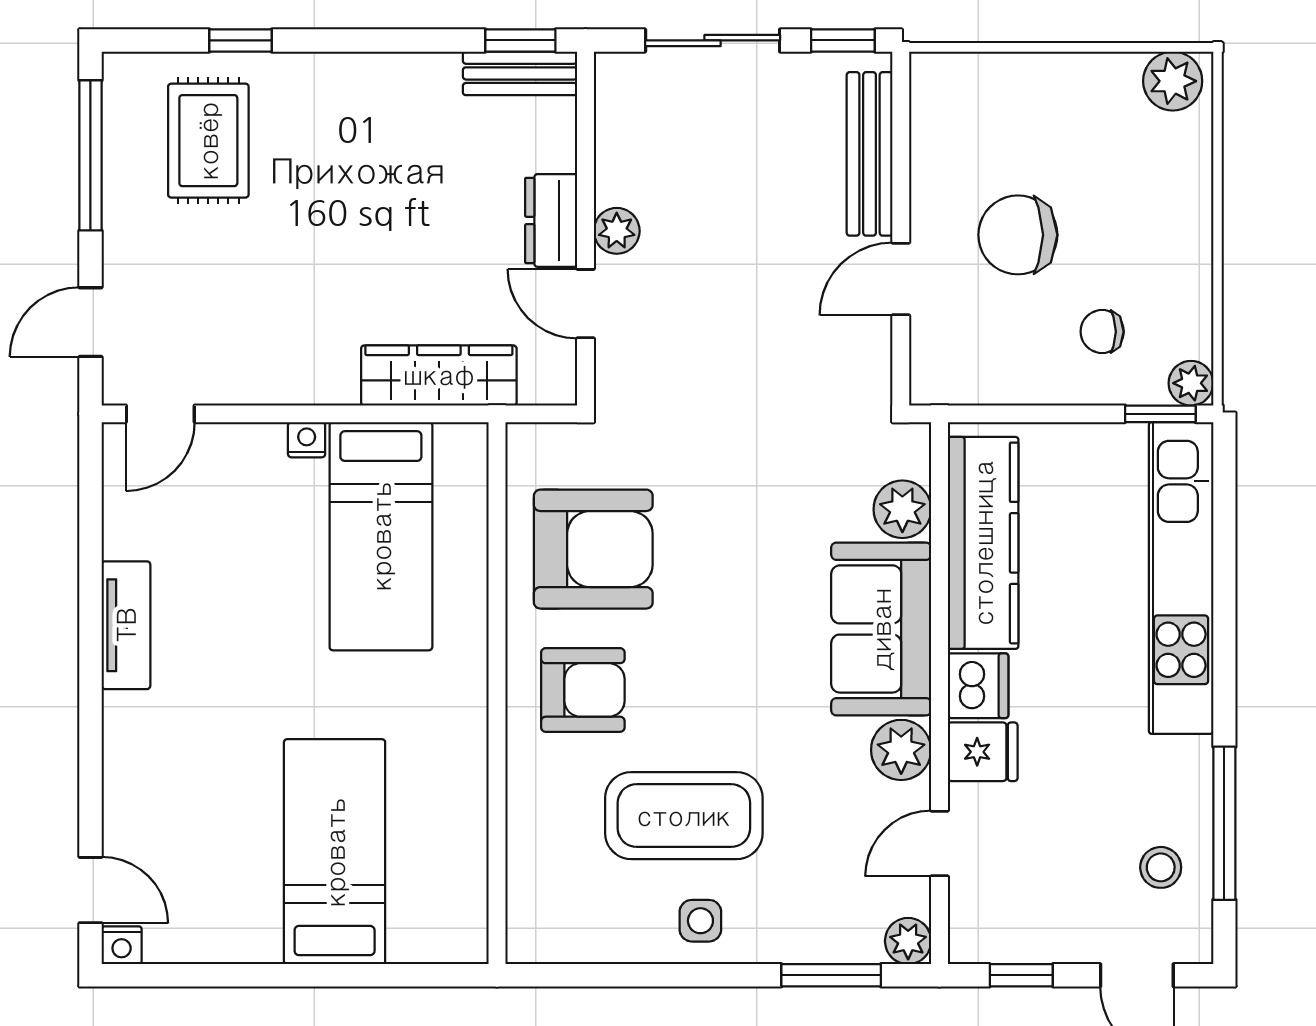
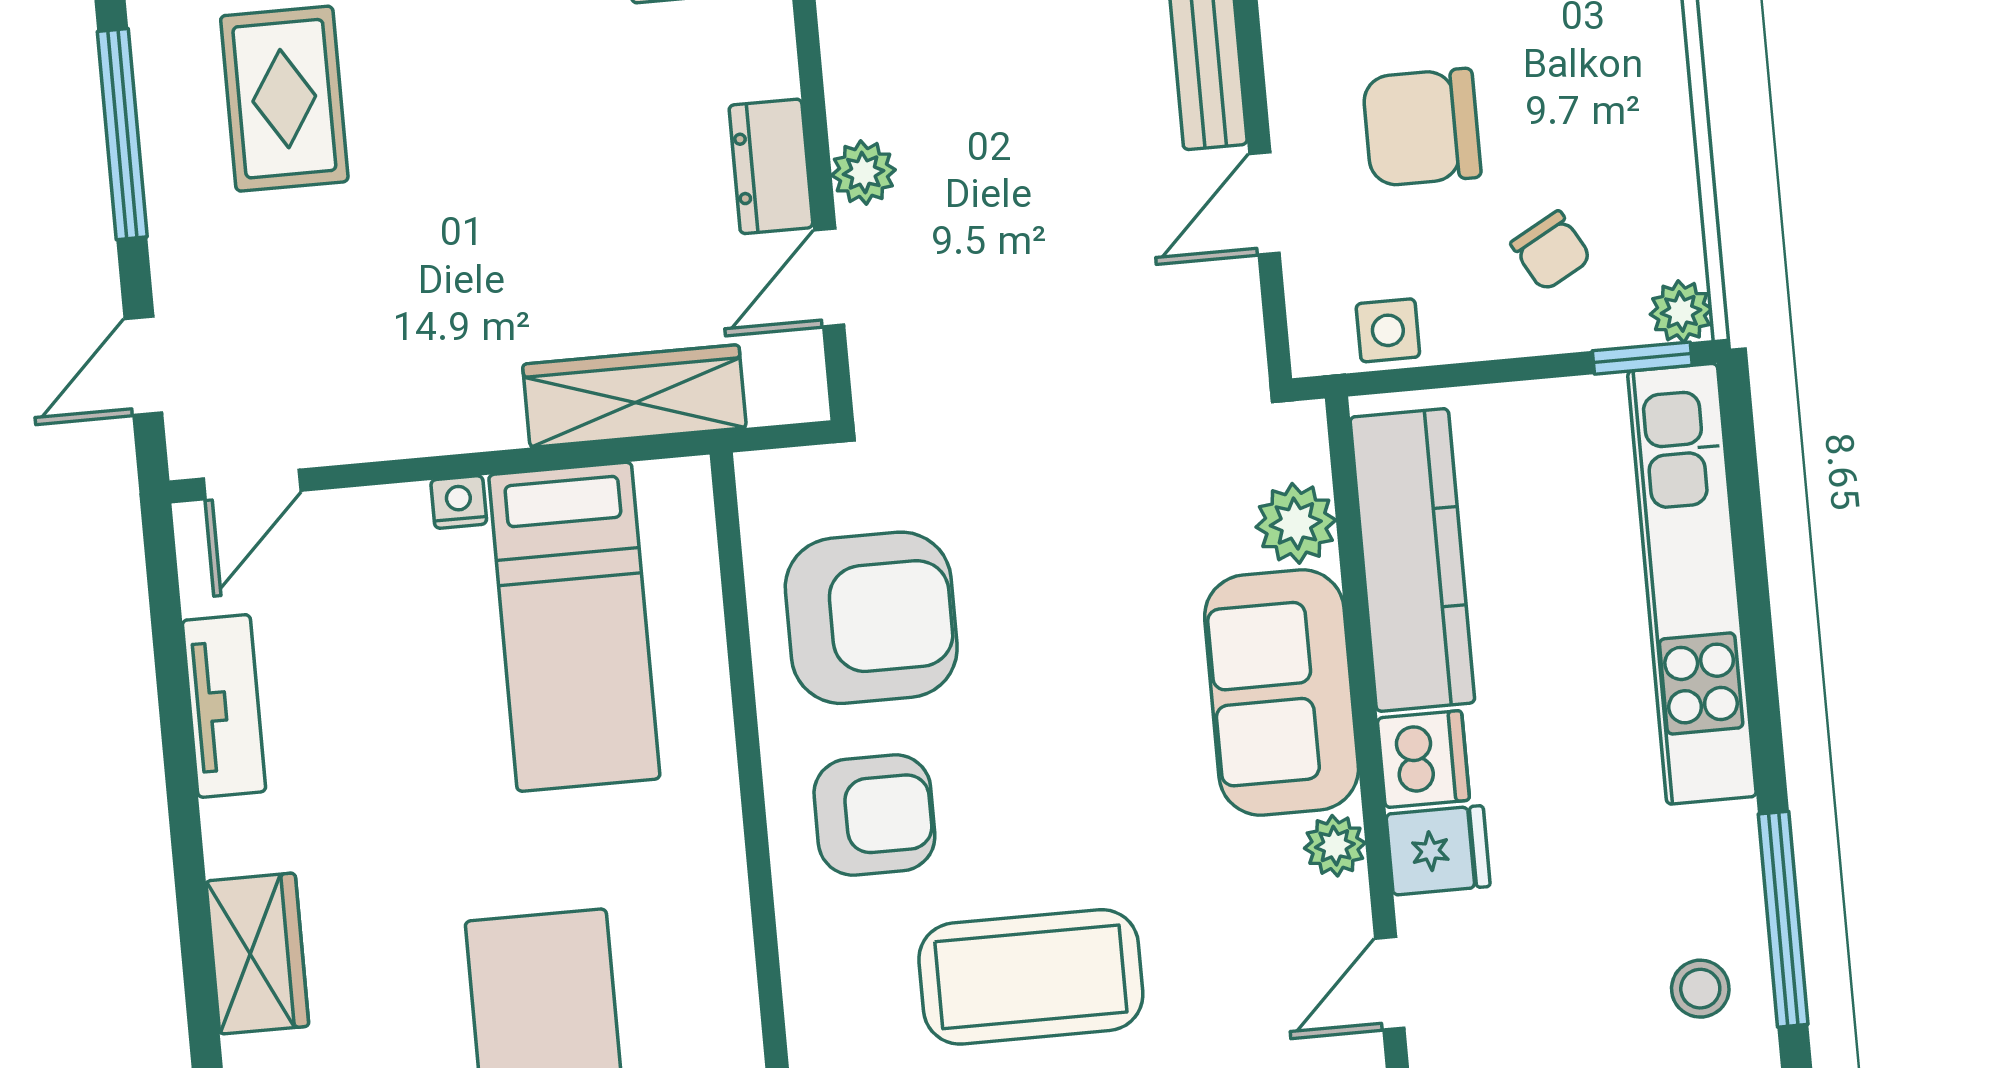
door: (585, 304) -> (829, 278), hinge flipped
chair: (1102, 332) -> (1551, 251), turned -119
side table: (981, 378) -> (1388, 330), added
tv unit: (126, 625) -> (224, 706), moved
wardrobe: (134, 749) -> (257, 954), added
plant: (901, 750) -> (1335, 846), width x0.73, depth x0.73

